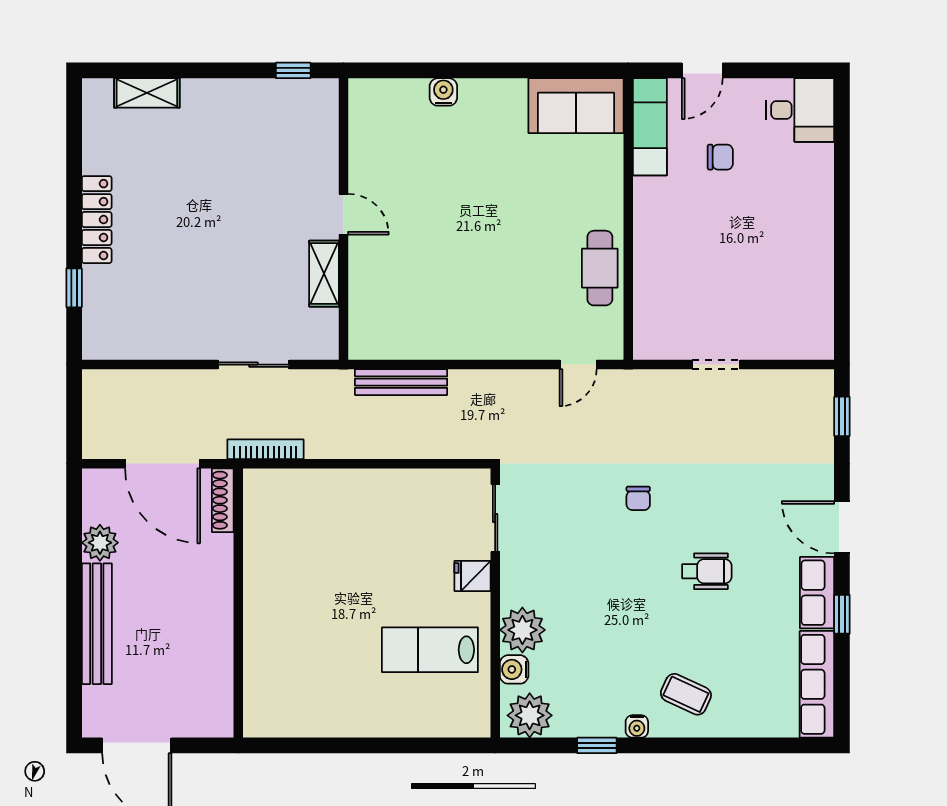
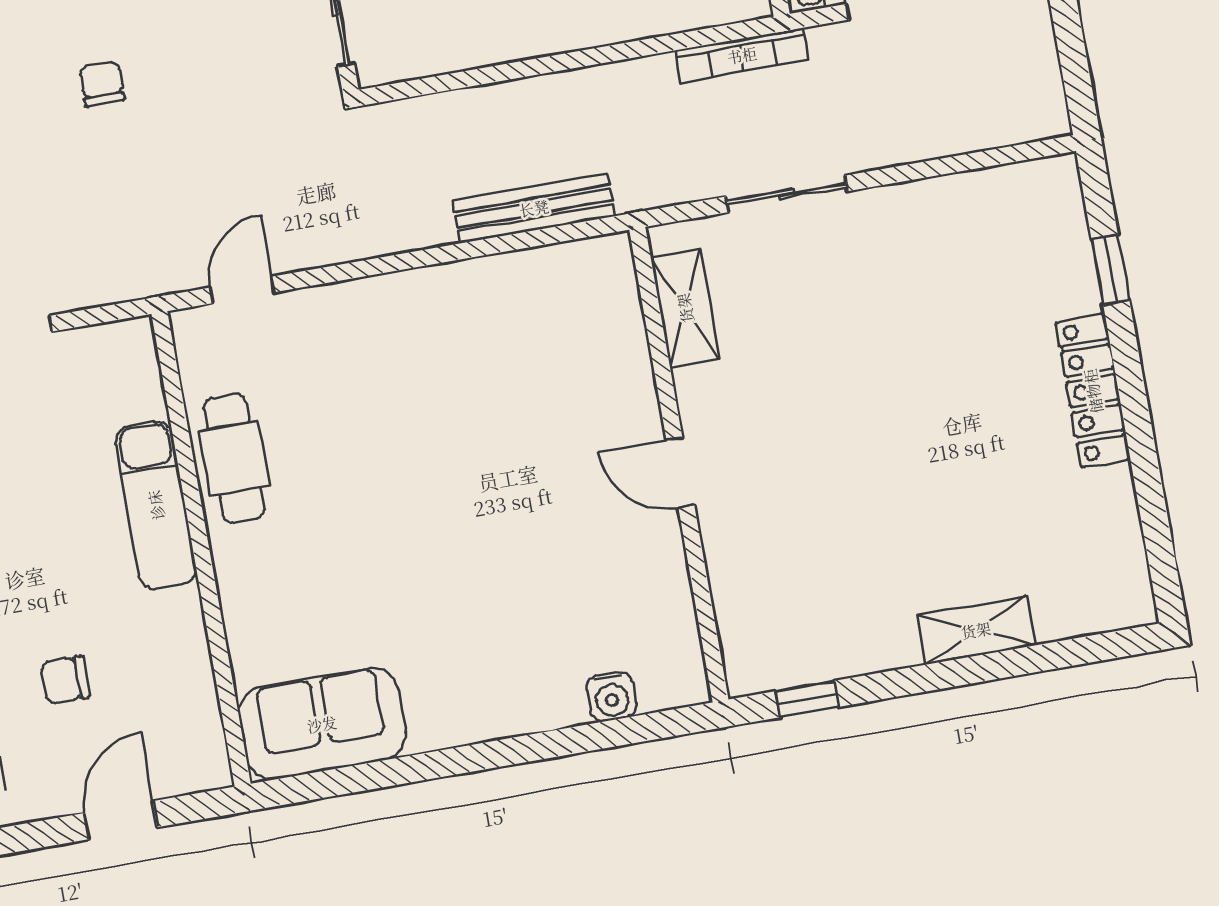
water cooler: (443, 92) -> (612, 696), moved
shelving: (147, 93) -> (976, 630), moved
exam couch: (650, 127) -> (156, 505), moved
shelving: (324, 274) -> (685, 308), moved

